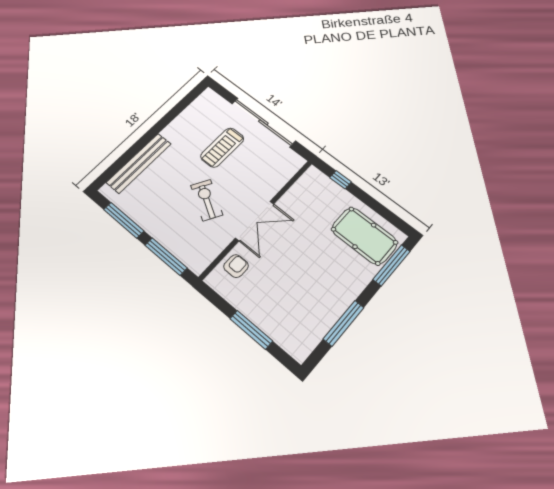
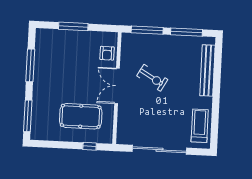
treadmill: (222, 147) -> (200, 126), moved
pool table: (364, 236) -> (81, 116), moved

